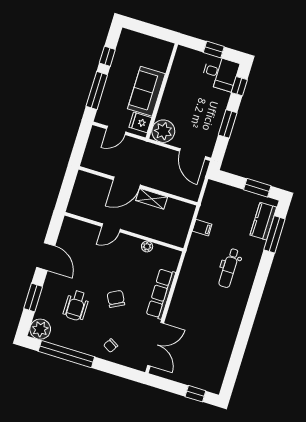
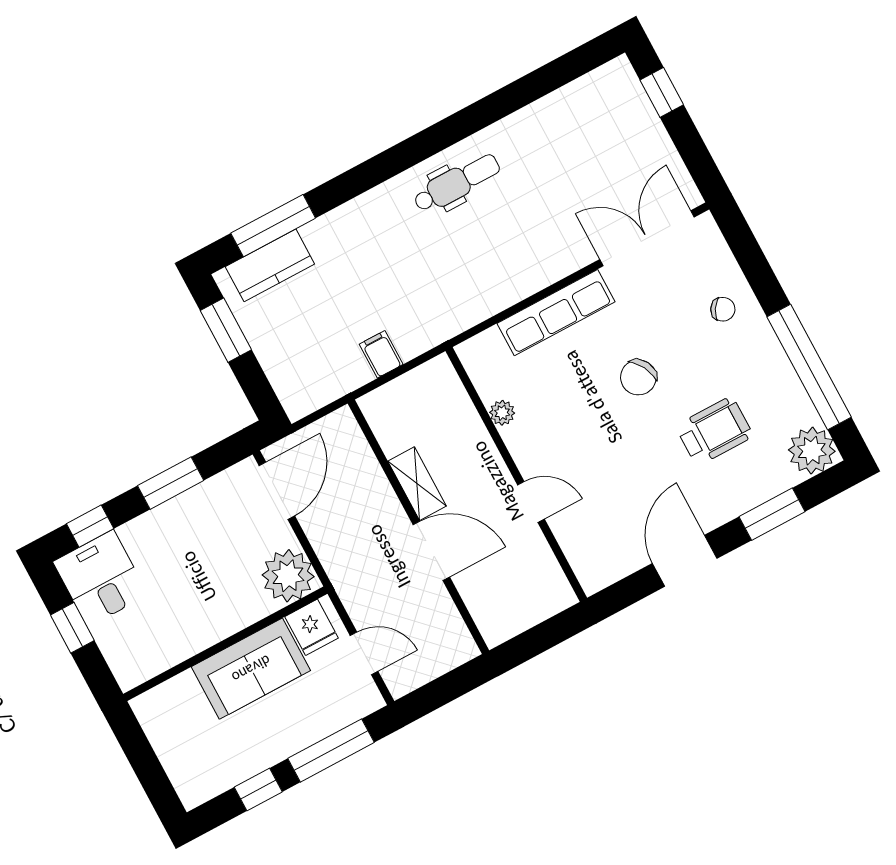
dental chair: (229, 268) -> (457, 183), moved

